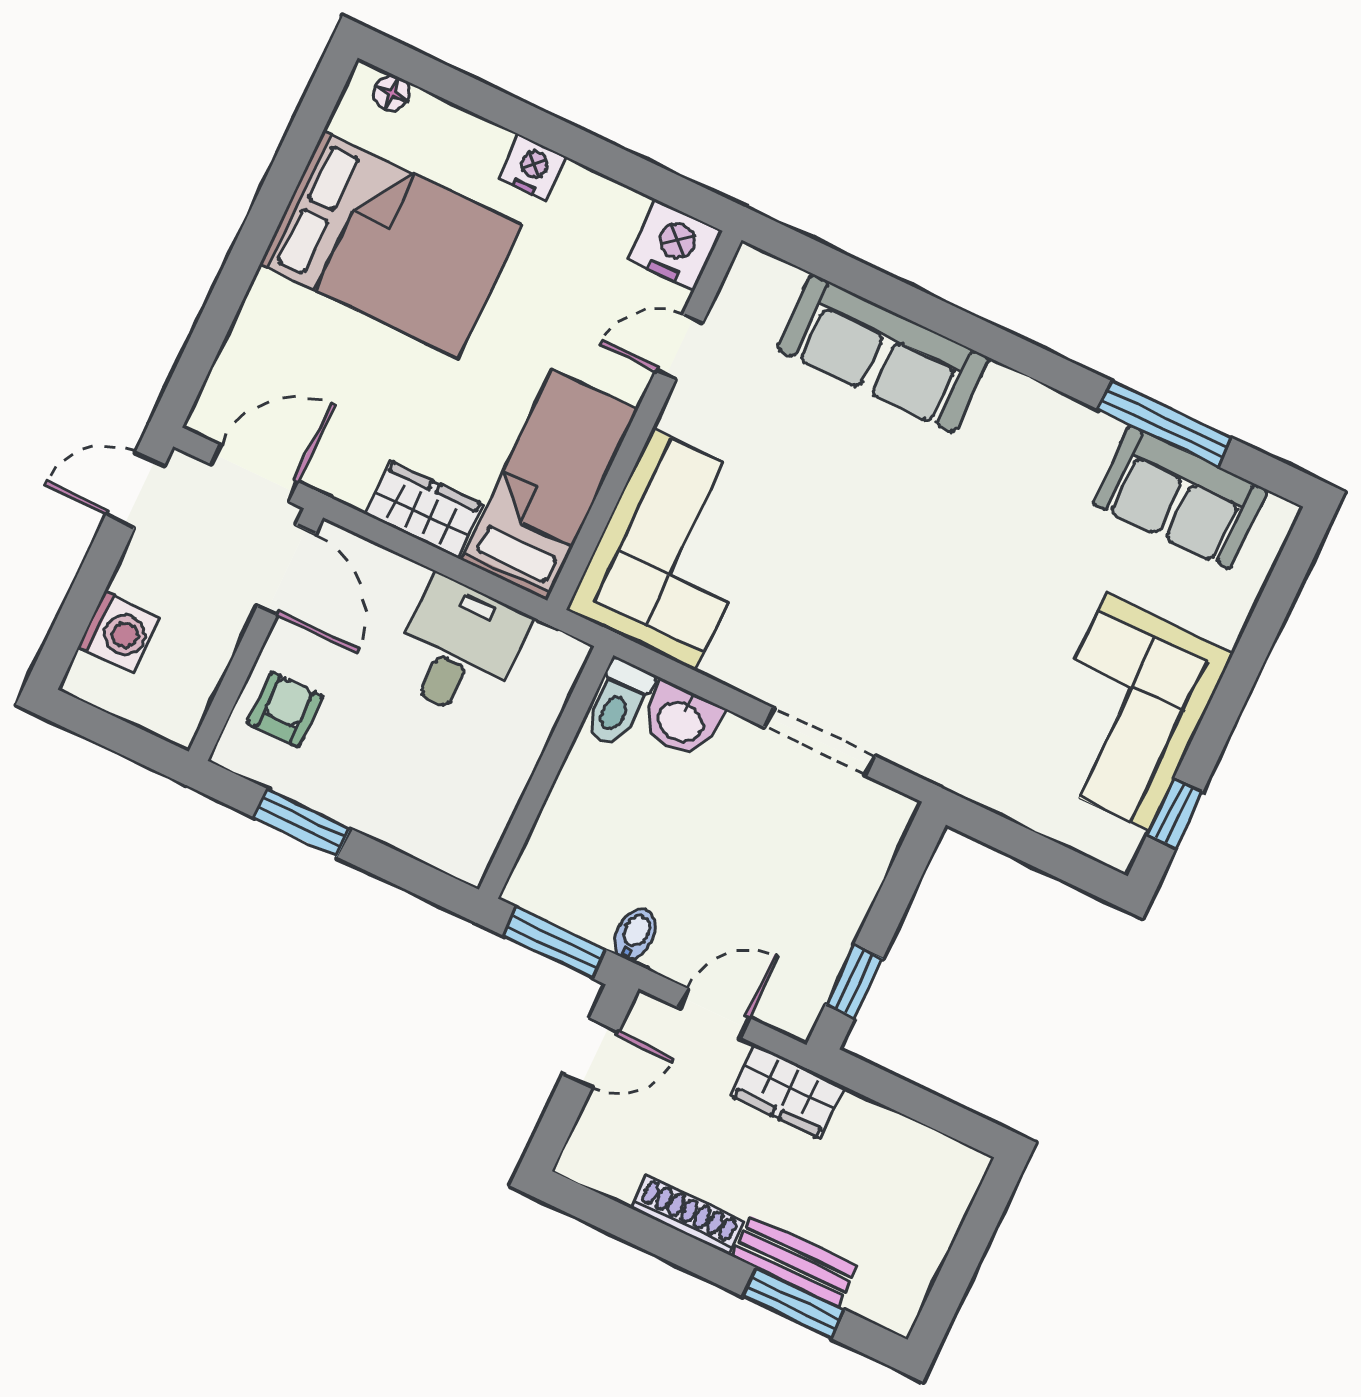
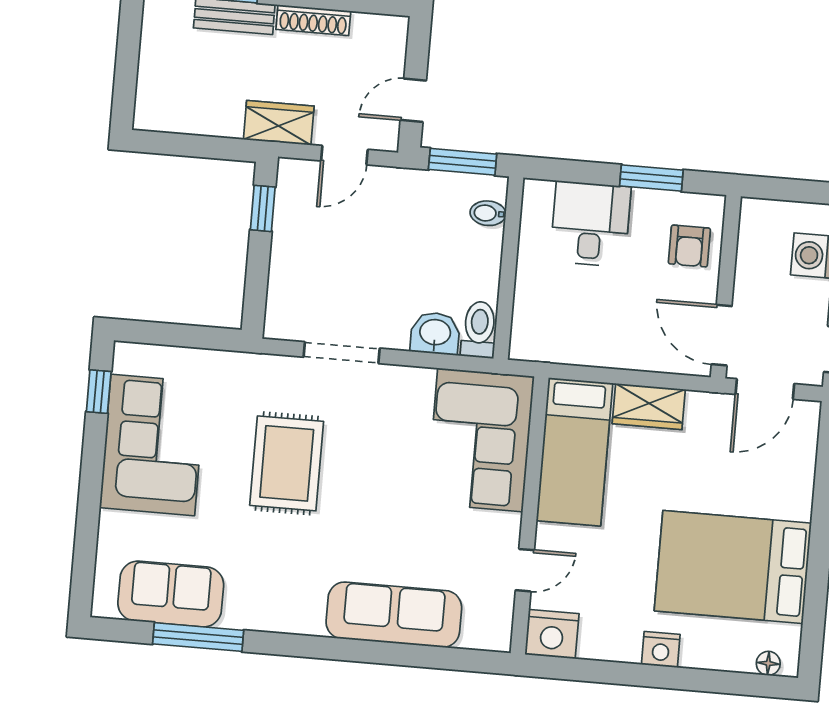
rug: (953, 617) -> (287, 463), added
desk: (459, 648) -> (590, 224), moved, turned 180
bidet: (635, 934) -> (488, 213), moved, turned 90

